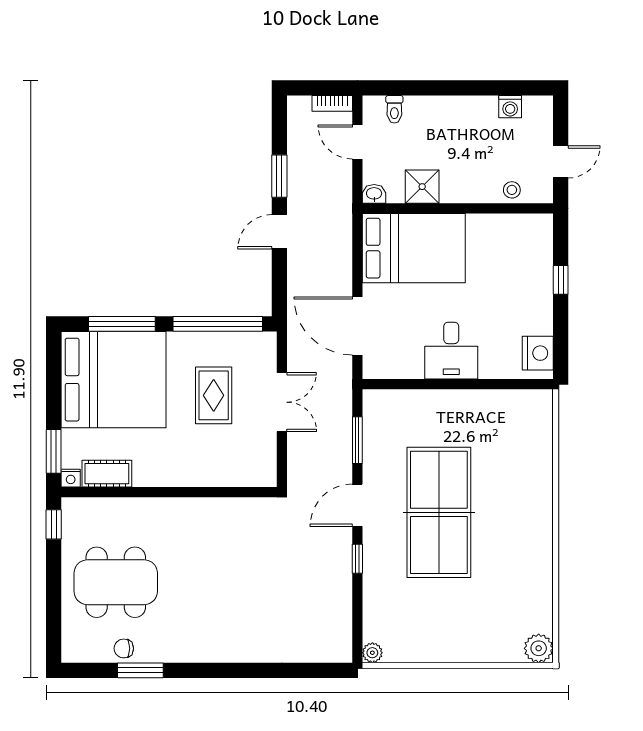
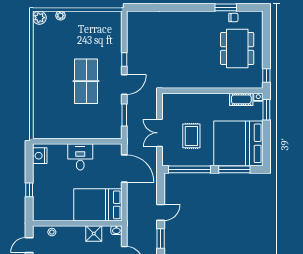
table tennis table: (439, 512) -> (86, 81), width x0.73, depth x0.76
dining table: (116, 582) -> (237, 48), turned 90
plant: (372, 653) -> (60, 16), moved

